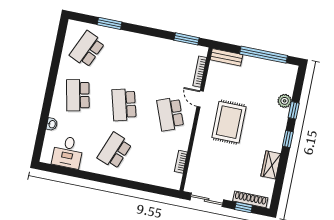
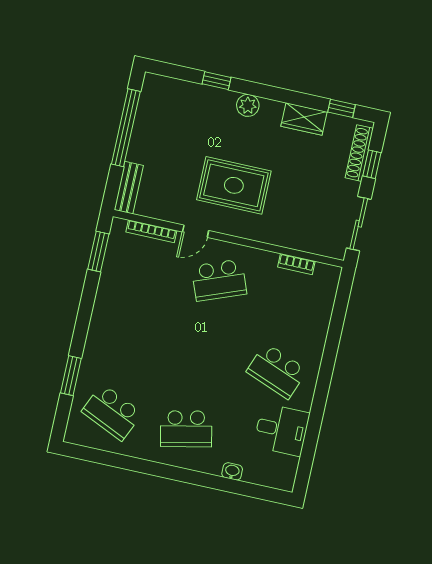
plant: (285, 101) -> (248, 105), moved
school desk: (124, 105) -> (203, 354), removed
window: (288, 139) -> (342, 108), moved
desk: (68, 152) -> (282, 430), moved

